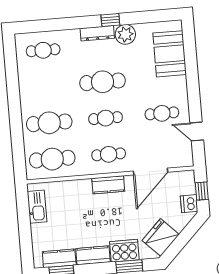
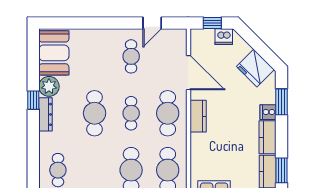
booth: (170, 54) -> (54, 53), moved, turned 90
cafe table: (109, 154) -> (168, 113), width x1.37, depth x1.35
cooker: (124, 251) -> (268, 112), width x0.53, depth x0.76

